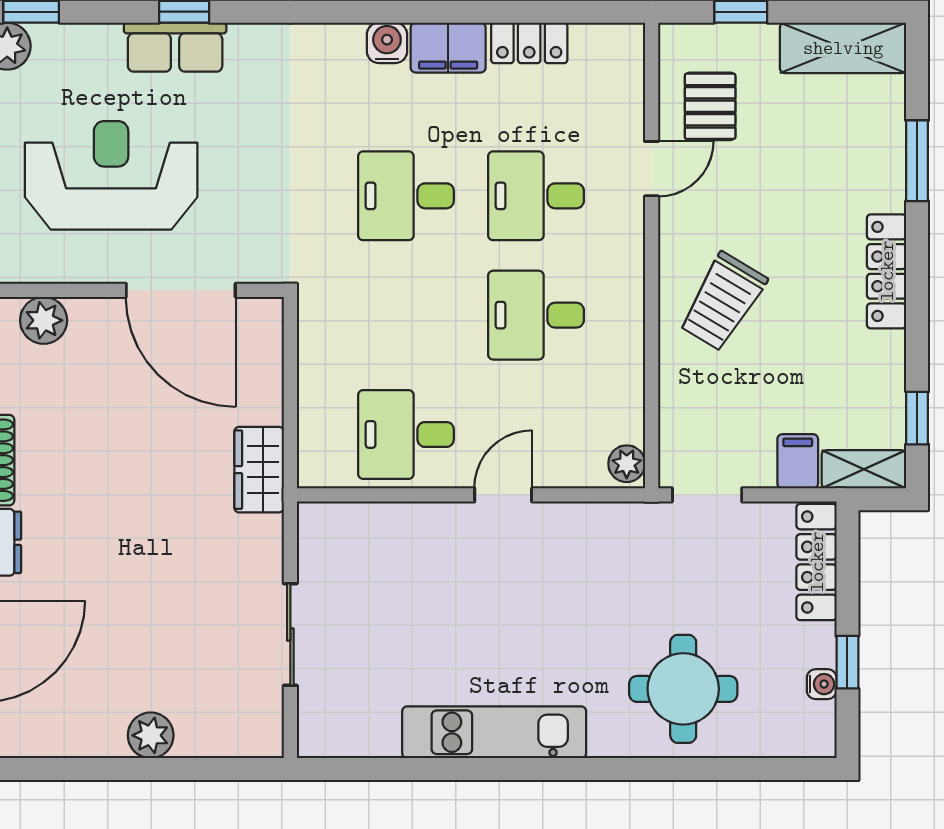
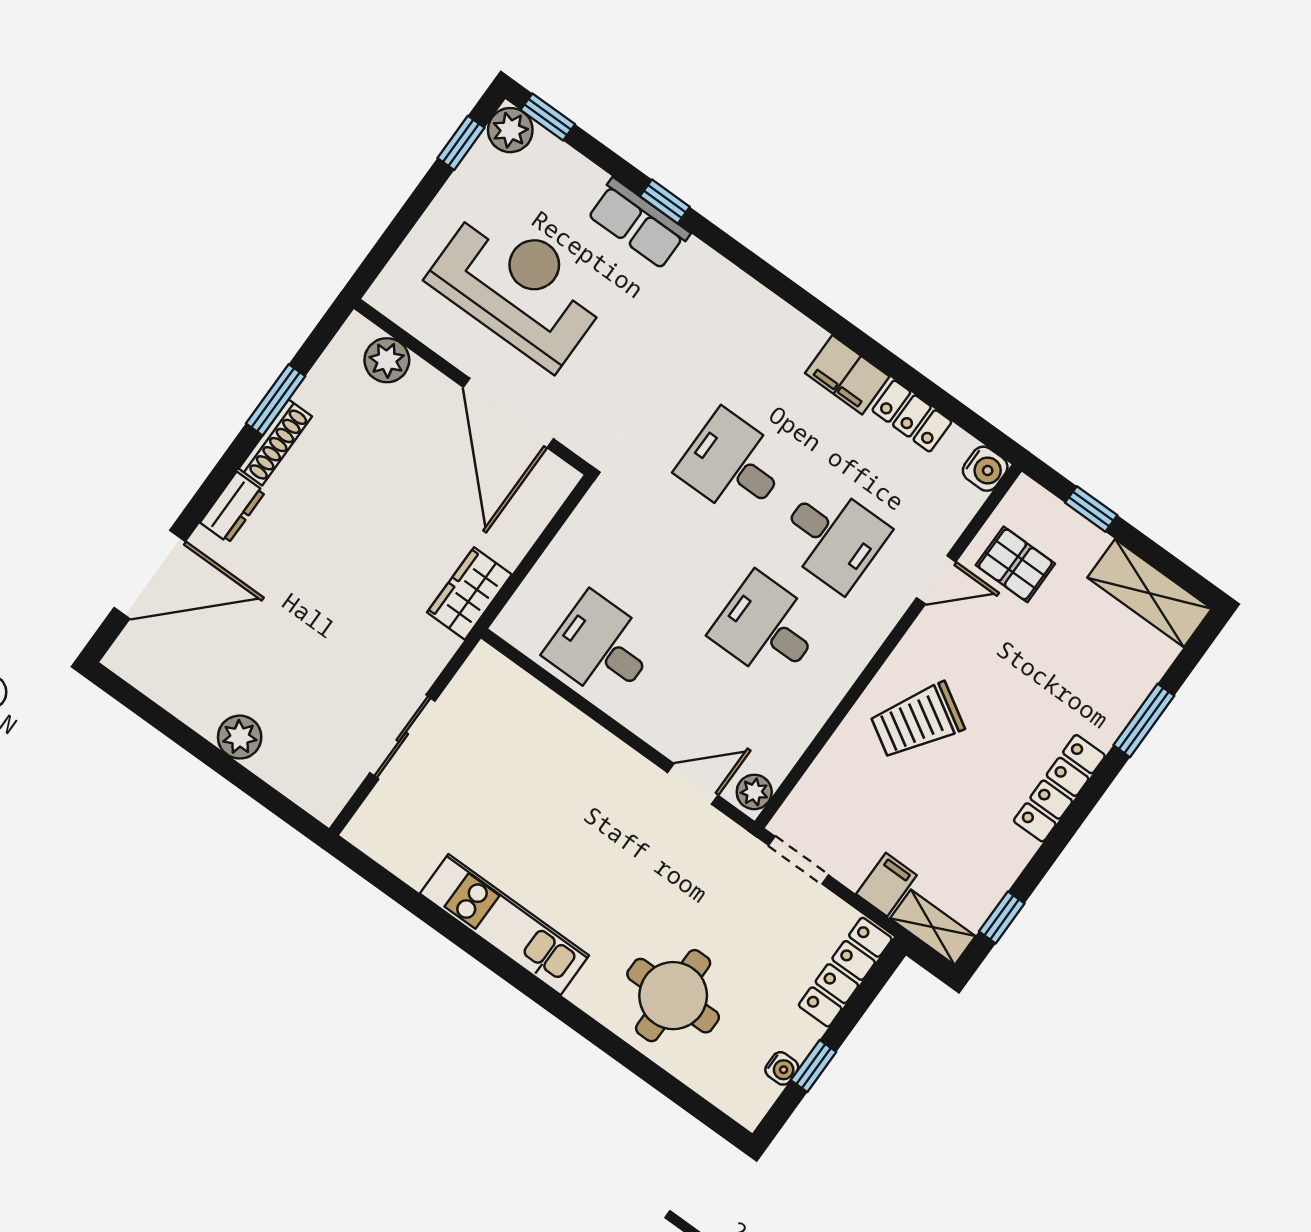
water cooler: (387, 43) -> (985, 469), moved, turned 90
pallet: (710, 106) -> (1015, 564), turned 90
desk: (536, 196) -> (833, 537), turned 180
door: (503, 495) -> (693, 784), moved

